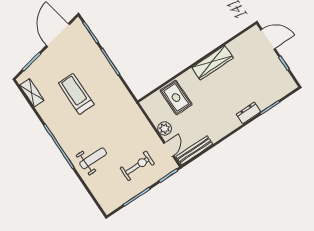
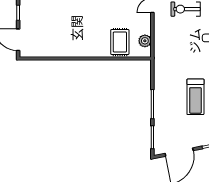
wardrobe: (212, 63) -> (73, 50), removed
plant: (165, 129) -> (145, 41), moved

